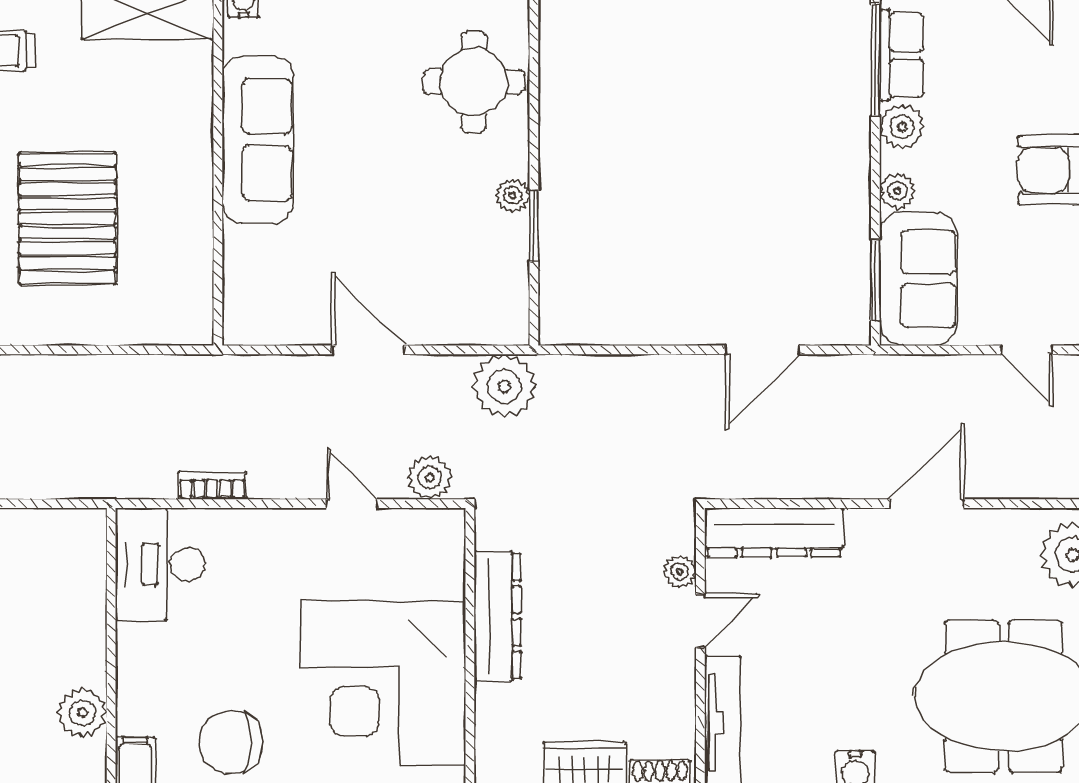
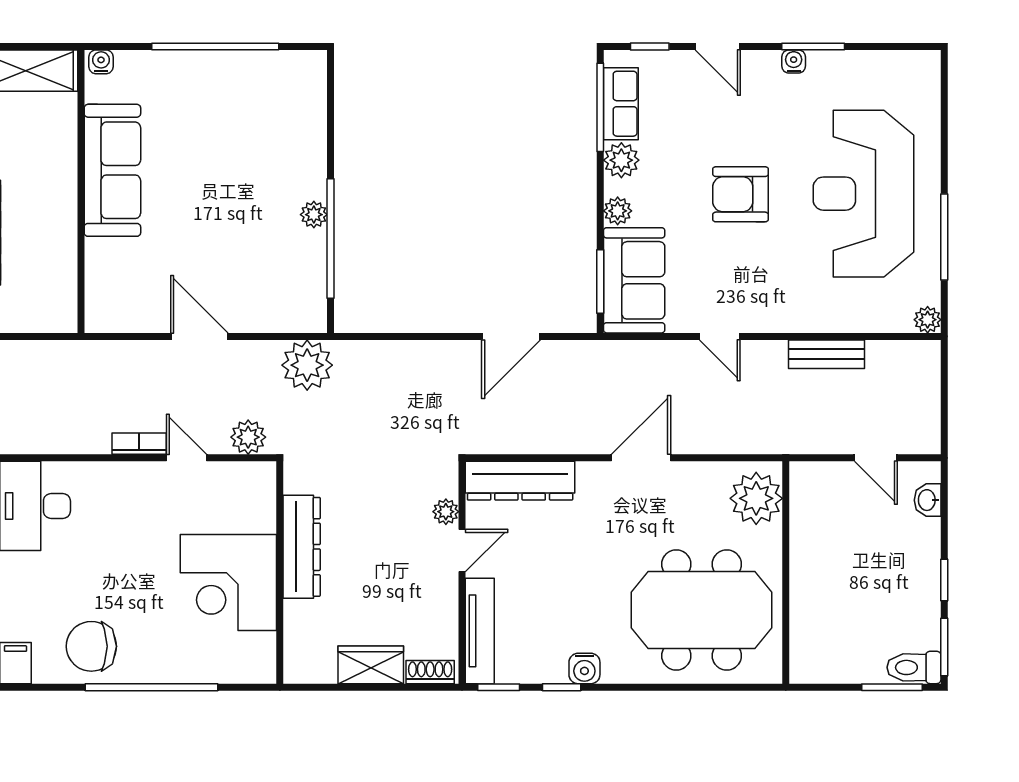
round table: (474, 82) -> (283, 125), removed
window: (534, 226) -> (330, 239), width x2.11
bookcase: (212, 486) -> (139, 444), moved
corner desk: (383, 683) -> (228, 583), width x0.74, depth x0.74

